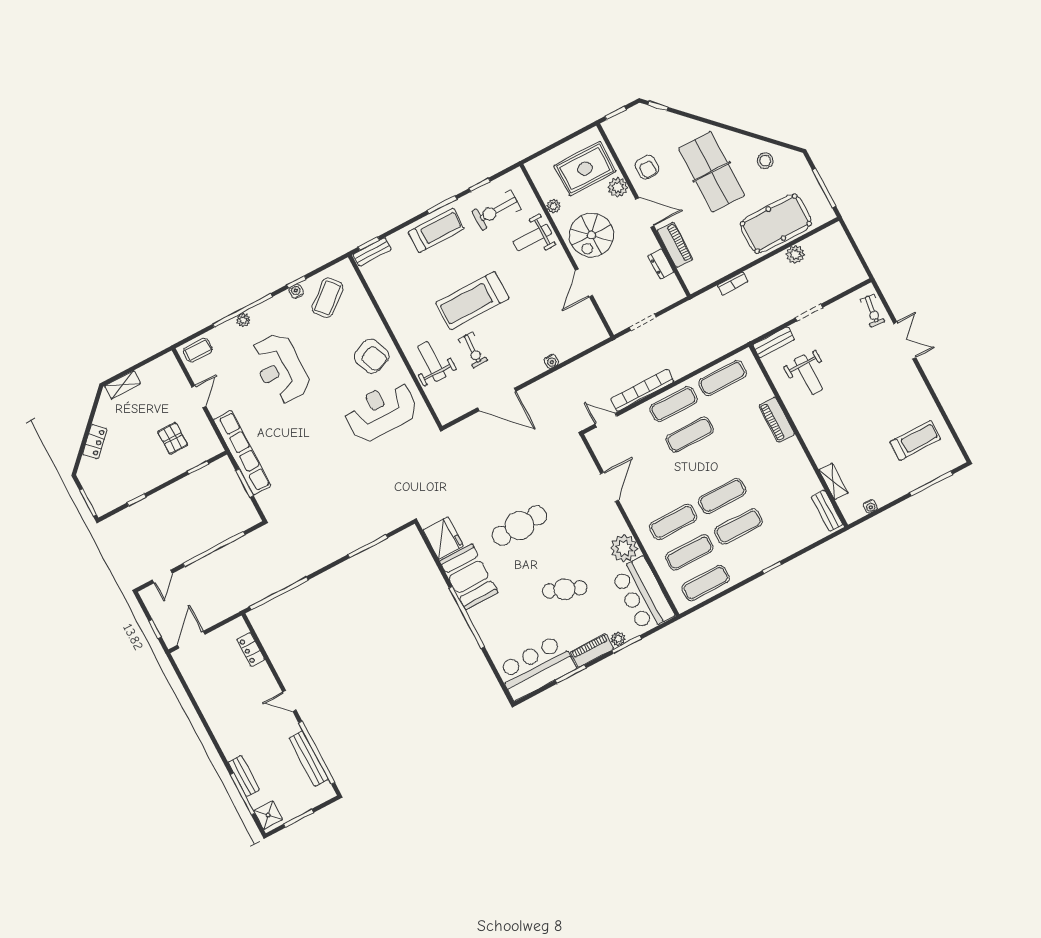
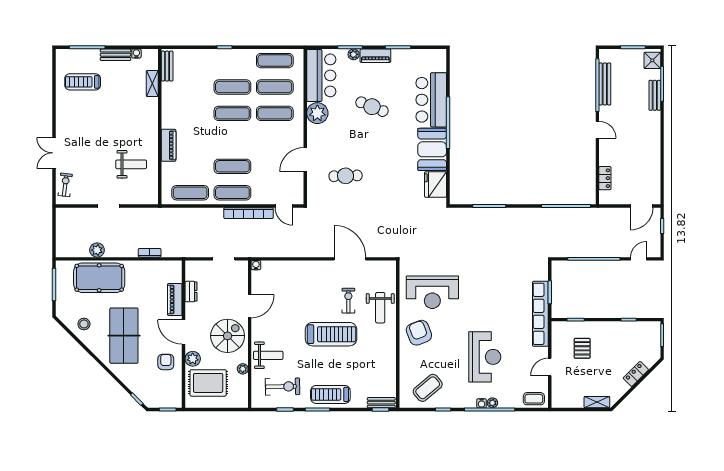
water cooler: (296, 291) -> (482, 403), moved
bench: (774, 342) -> (116, 55), moved
water cooler: (551, 361) -> (256, 265), moved
weight bench: (808, 375) -> (131, 164), turned 90
cafe table: (519, 526) -> (346, 176), moved, width x0.73, depth x0.74
bar counter: (536, 668) -> (431, 100), moved, turned 90

